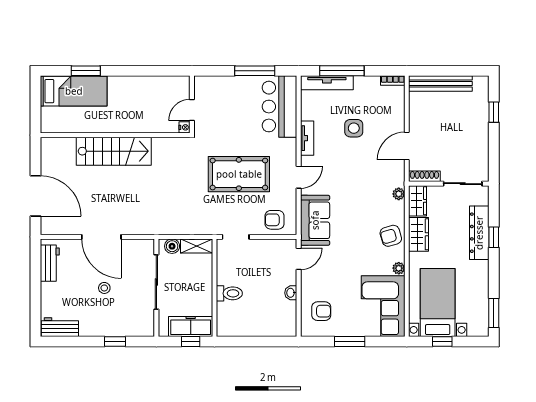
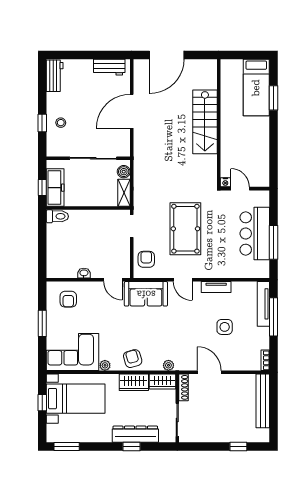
bar counter: (279, 107) -> (255, 234), moved, turned -90
stool: (104, 288) -> (61, 123), moved
toilet: (229, 293) -> (57, 216), moved, turned -90

